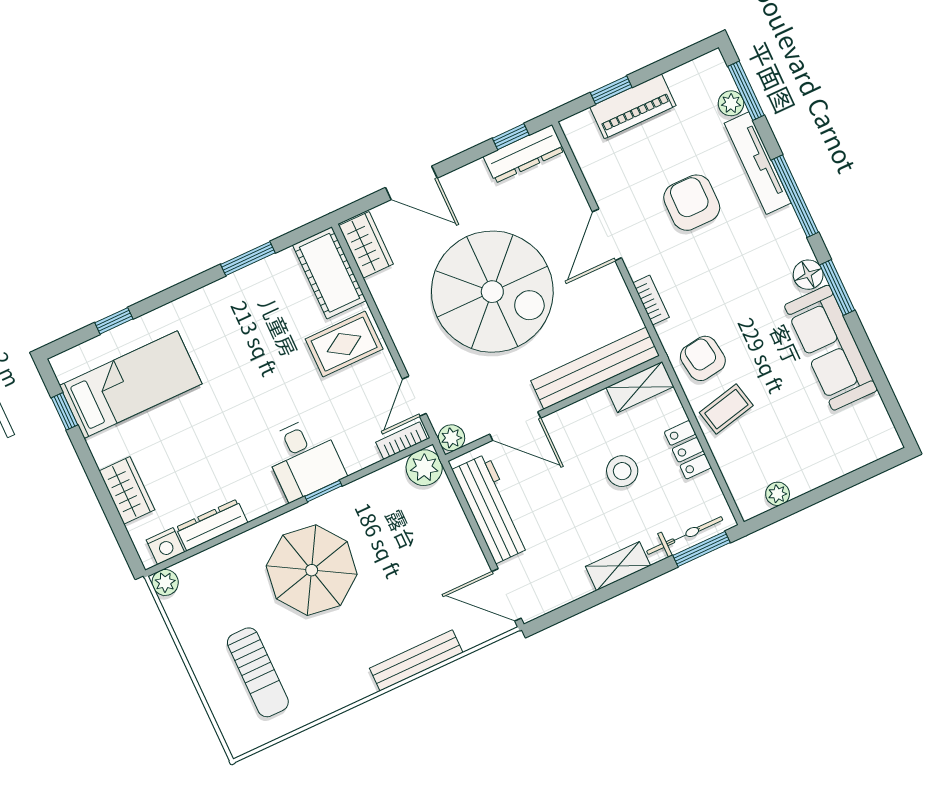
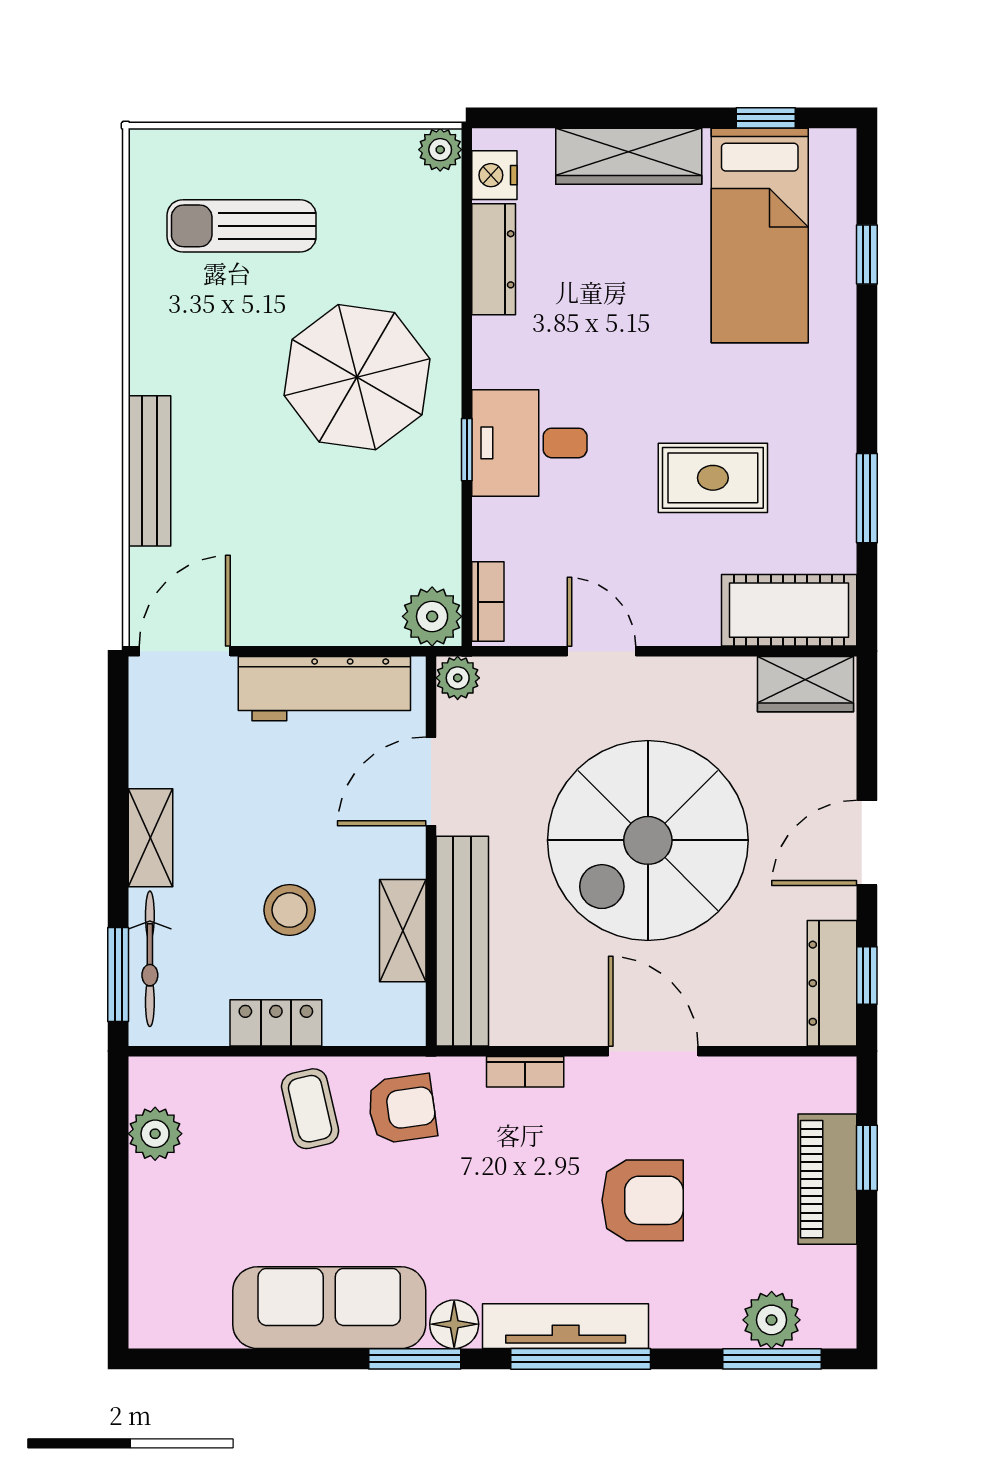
plant: (731, 103) -> (772, 1320), width x1.38, depth x1.38
tv unit: (758, 163) -> (566, 1326), moved
door: (411, 183) -> (867, 843), moved
rug: (344, 344) -> (713, 478), moved, turned 90
shelving: (640, 387) -> (403, 931), moved
door: (414, 396) -> (601, 651), moved
wardrobe: (127, 490) -> (629, 156), width x1.50
plant: (778, 494) -> (155, 1134), width x1.38, depth x1.38

